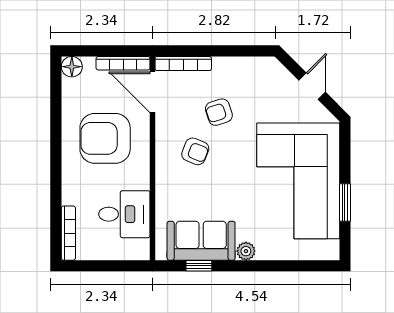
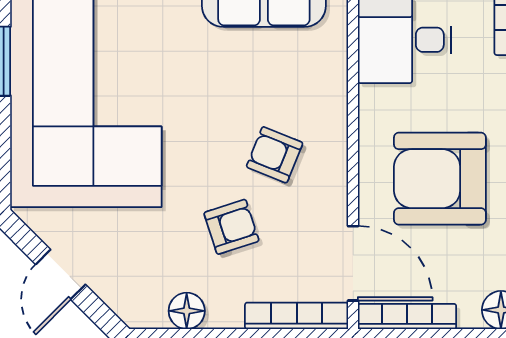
floor lamp: (243, 66) -> (187, 311), added
armchair: (105, 138) -> (440, 179), turned 180

